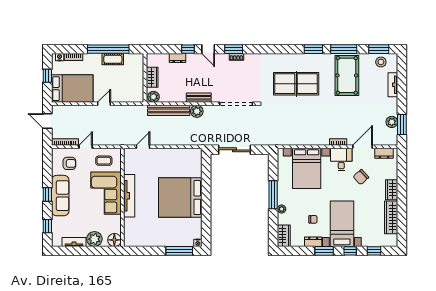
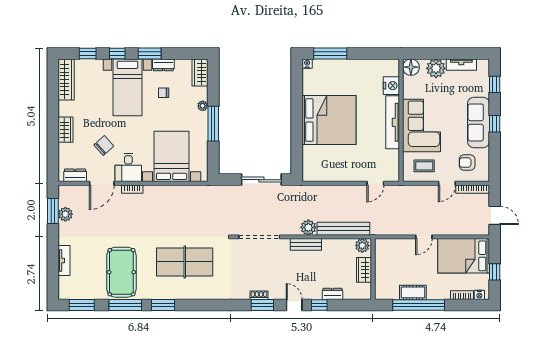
stool: (381, 62) -> (79, 289), removed
wardrobe: (391, 217) -> (66, 80), moved
nightstand: (130, 225) -> (391, 86), added

